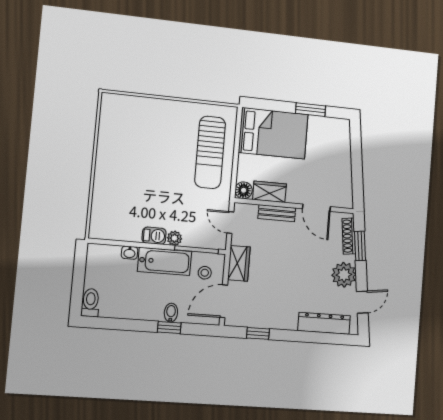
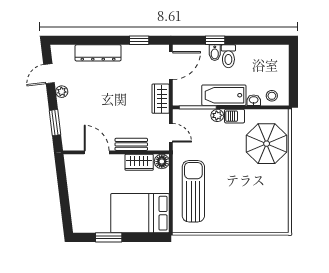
parasol: (119, 200) -> (267, 144), added
shoe rack: (349, 236) -> (66, 130), removed
stool: (205, 273) -> (272, 96), moved
plant: (344, 275) -> (62, 92), width x0.53, depth x0.53
toilet: (90, 303) -> (228, 56), moved
dresser: (324, 323) -> (98, 53), moved

